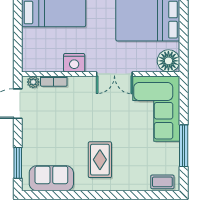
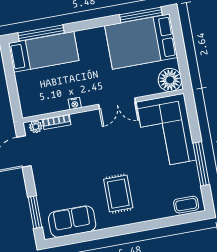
nightstand: (74, 63) -> (75, 104), width x0.53, depth x0.56

